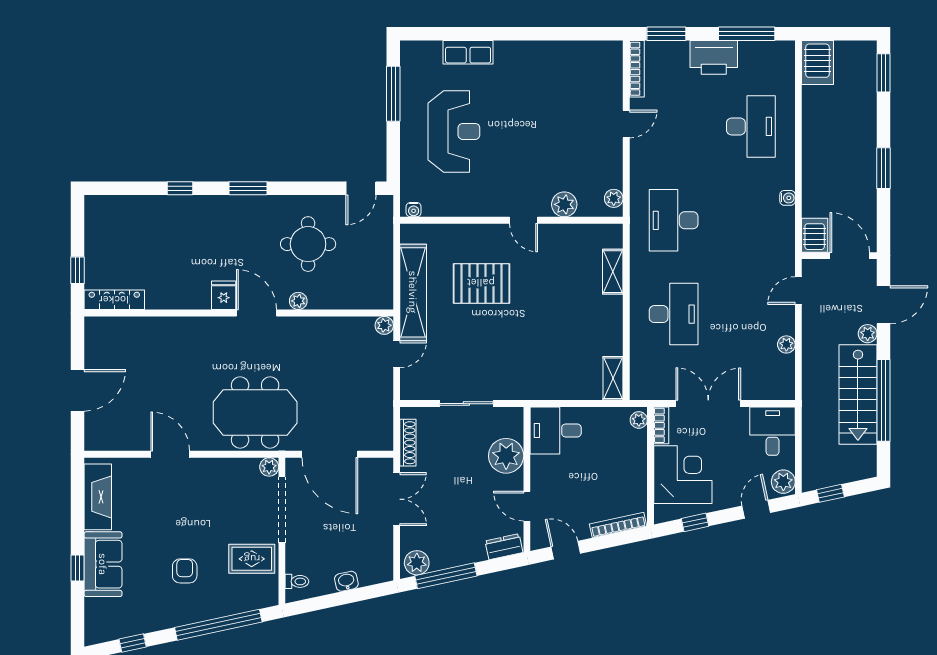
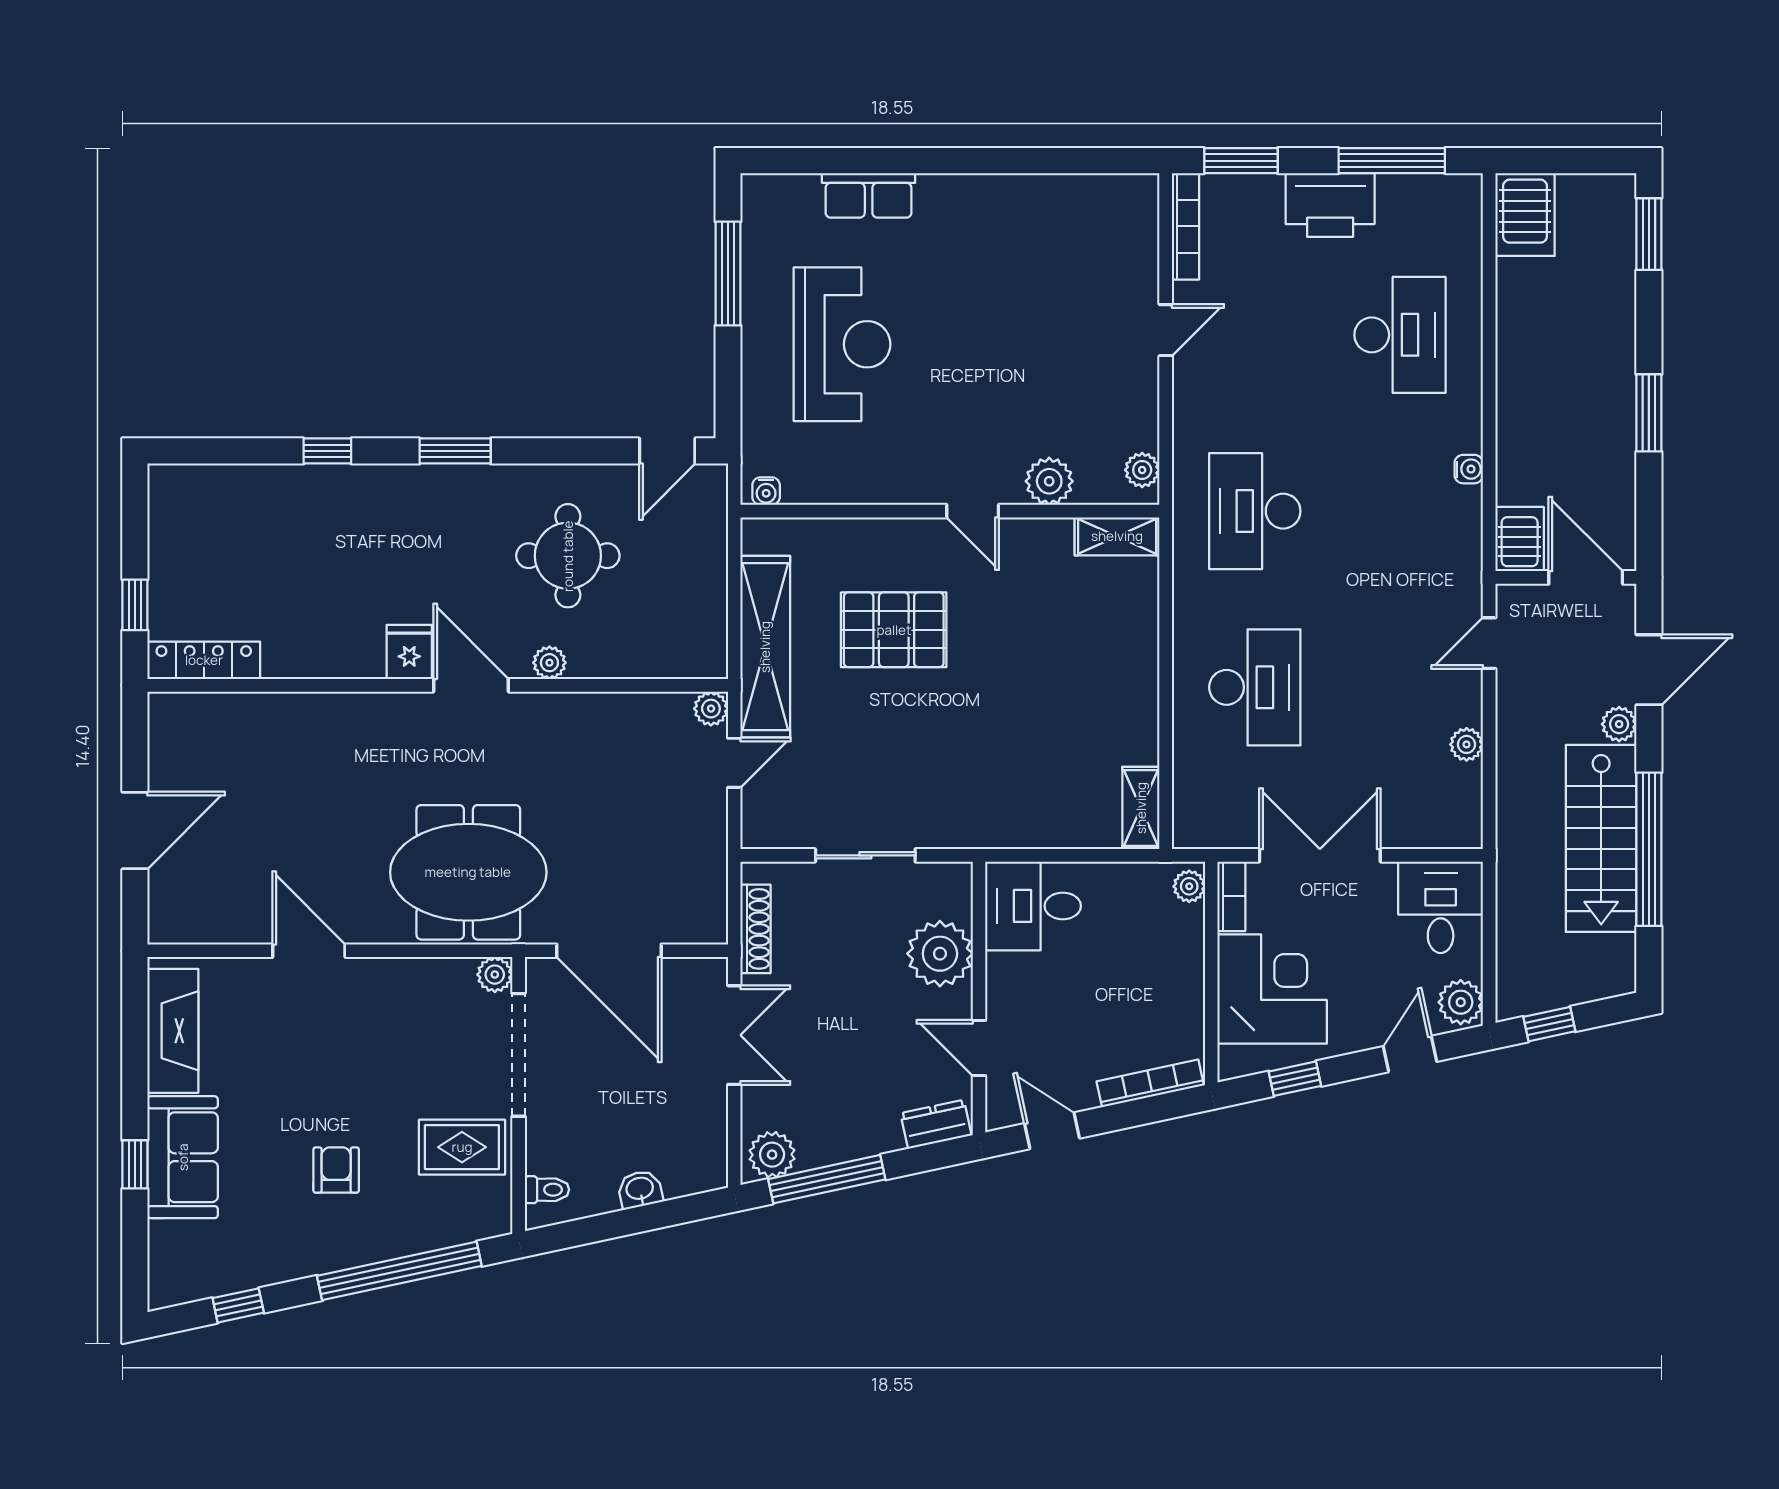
shelving: (613, 272) -> (1117, 536), moved, turned 90

